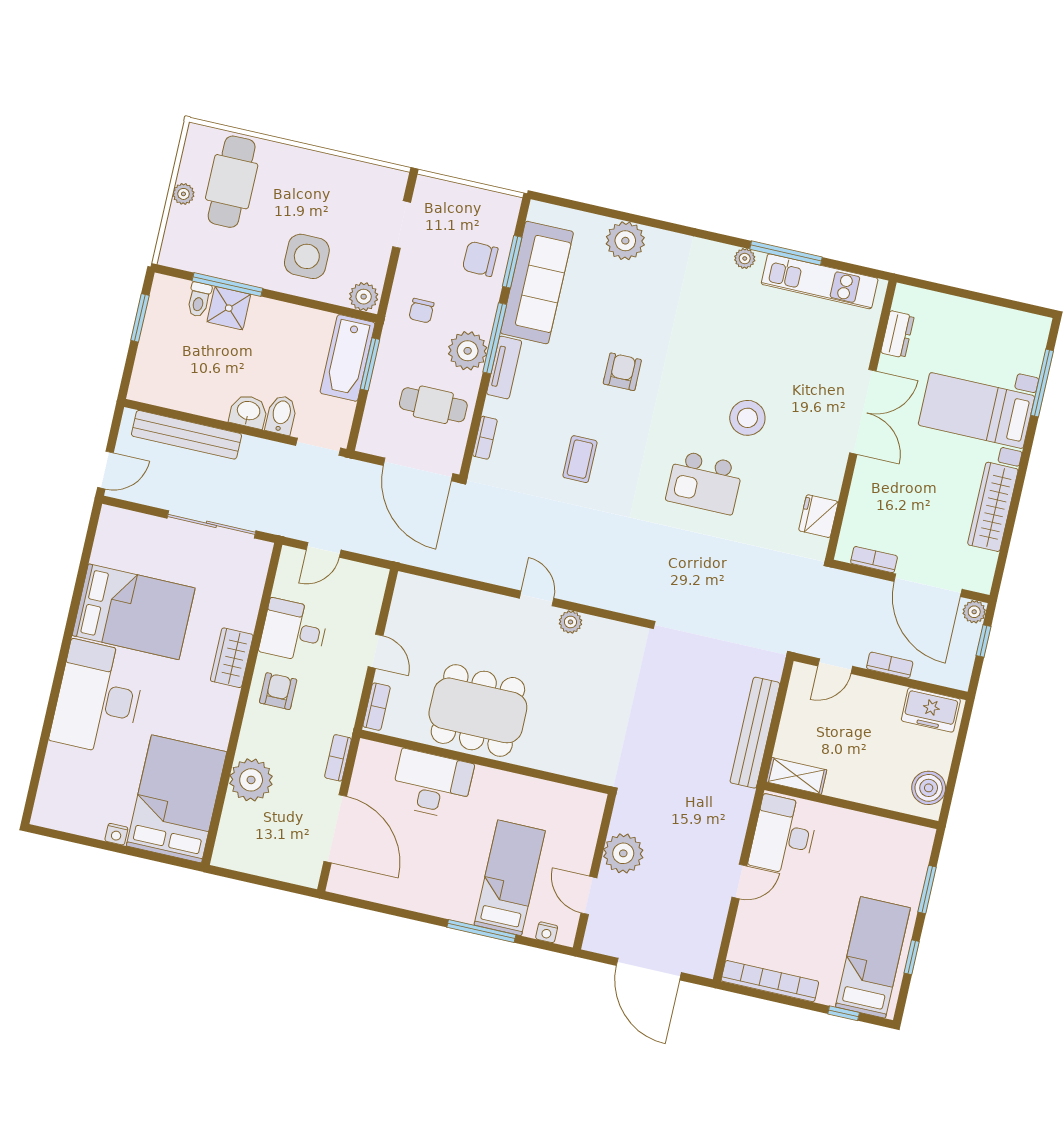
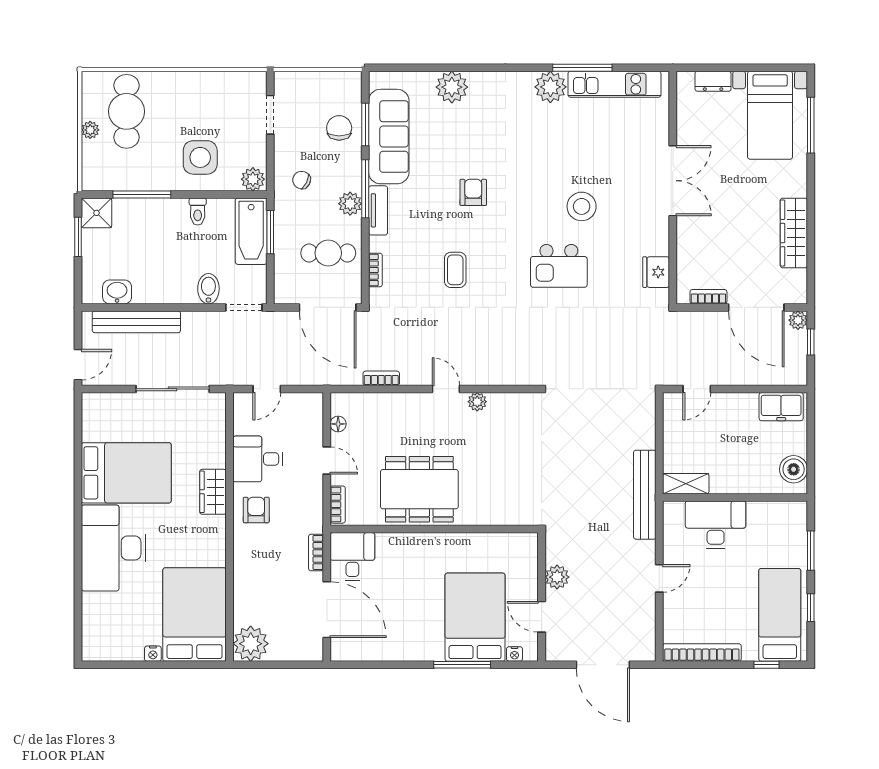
plant: (745, 258) -> (550, 87), width x1.87, depth x1.87
chair: (480, 259) -> (339, 128), turned 89
toilet: (199, 300) -> (198, 212), moved
shower: (229, 308) -> (97, 213), moved
chair: (421, 311) -> (302, 180), turned 117
dresser: (897, 334) -> (713, 81), moved, turned 90
plant: (468, 351) -> (350, 204), width x0.73, depth x0.73
washbasin: (248, 411) -> (117, 292), moved
bed with nightstands: (976, 411) -> (770, 115), moved, turned -90
floor lamp: (399, 611) -> (338, 424), added
bookcase: (890, 665) -> (381, 378), moved
bench: (755, 733) -> (645, 495), moved
plant: (251, 780) -> (251, 644), moved
desk: (432, 784) -> (352, 556), moved, width x0.73
desk: (784, 835) -> (716, 524), moved, turned 90
plant: (623, 853) -> (557, 577), width x0.73, depth x0.73
bed: (510, 878) -> (475, 617), width x1.50

